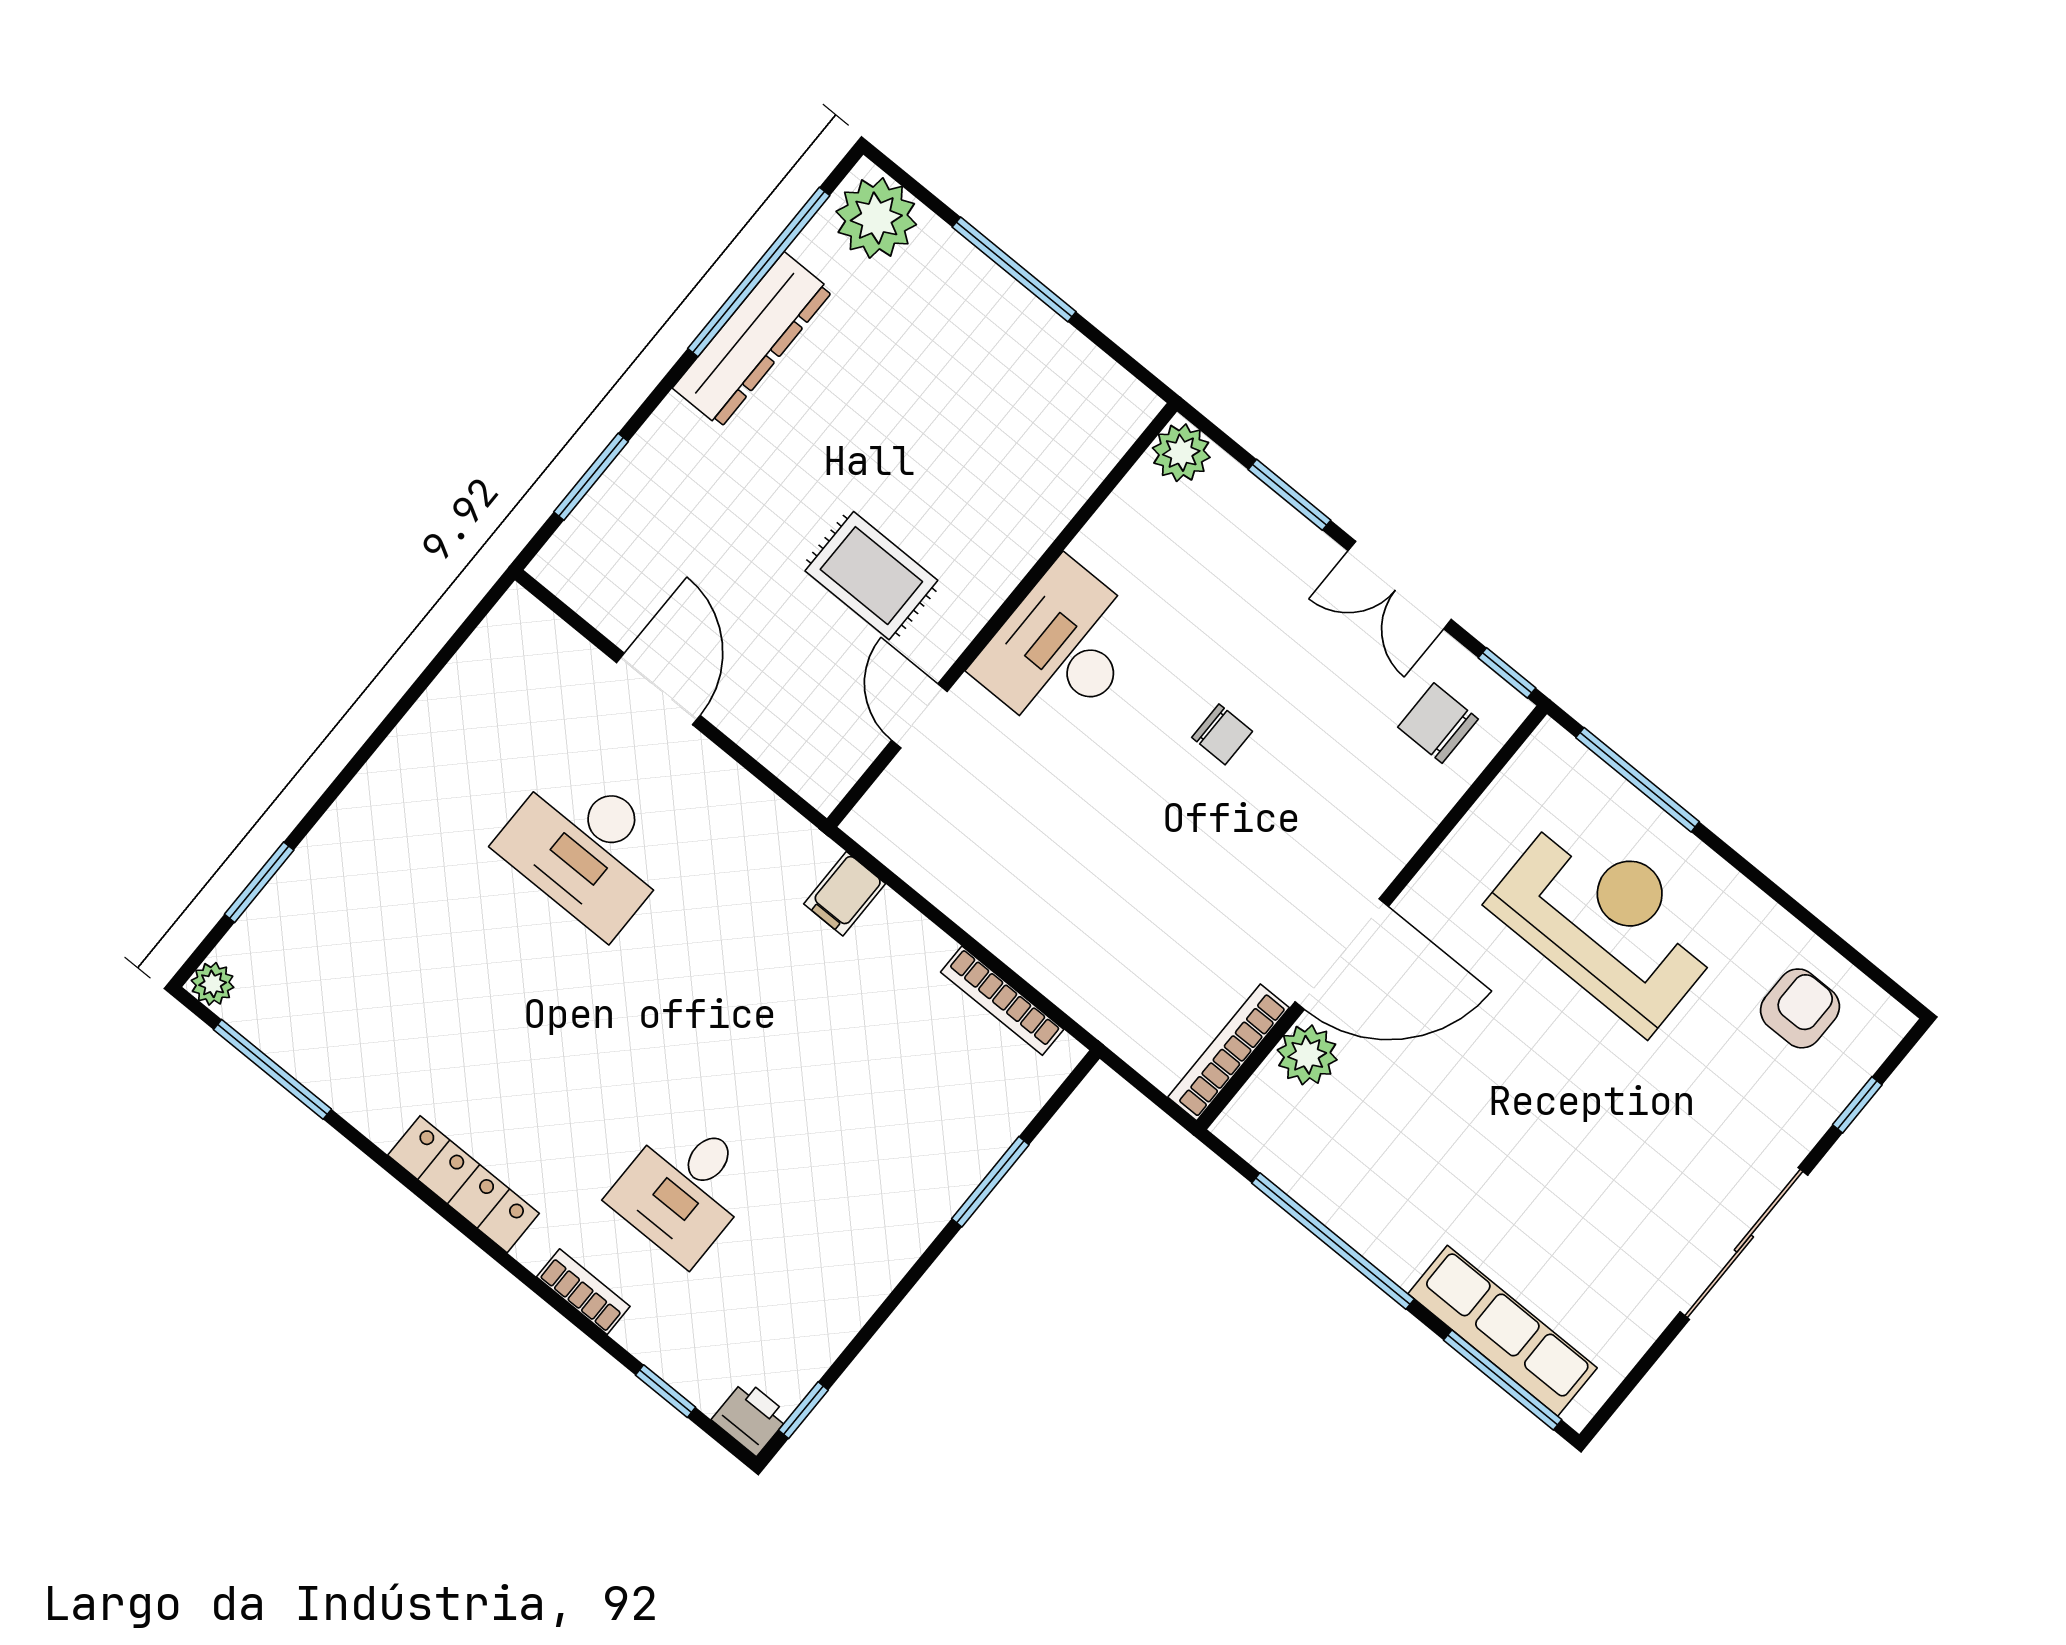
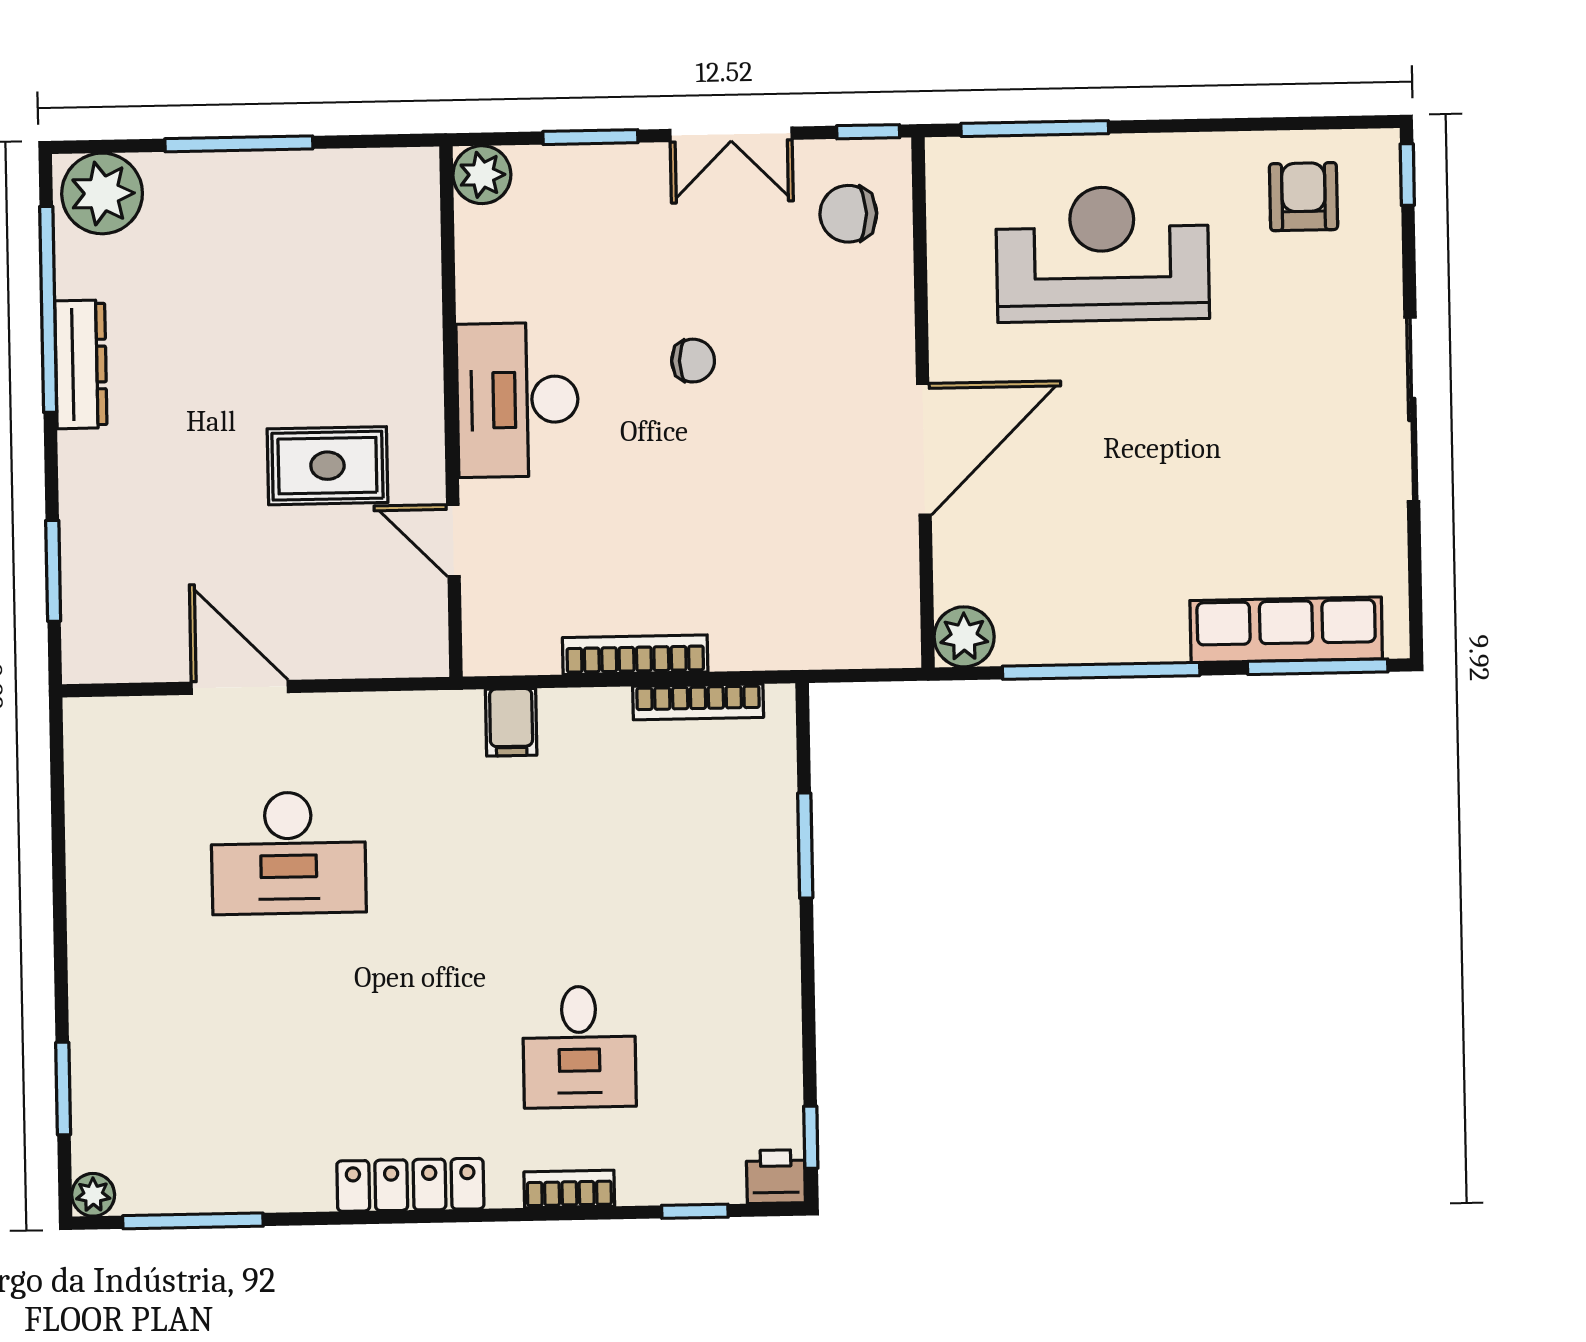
dresser: (753, 340) -> (81, 364), width x0.73, depth x0.80
bookcase: (1229, 1052) -> (635, 655), moved, turned 90
plant: (1307, 1055) -> (964, 637), moved
window: (1857, 1105) -> (1407, 175), moved

